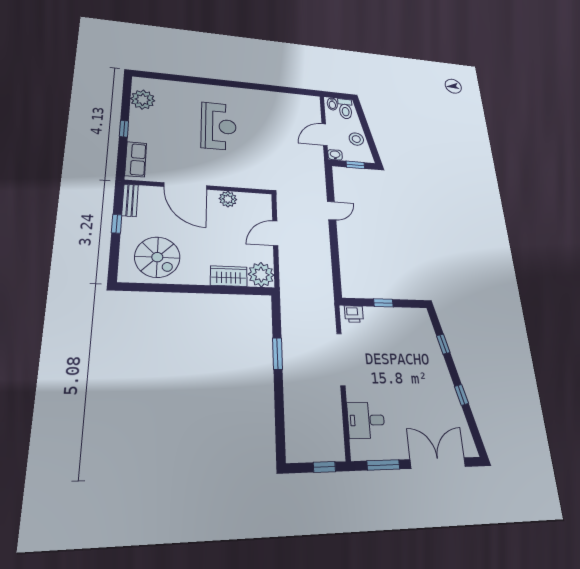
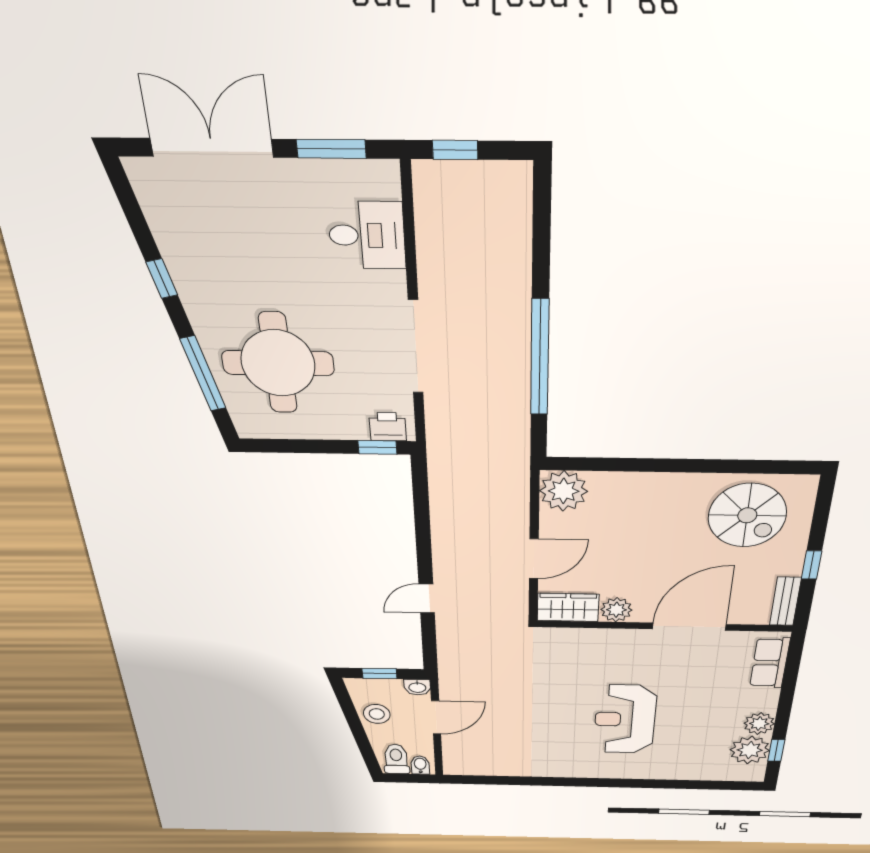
plant: (139, 118) -> (759, 724), added
window: (124, 129) -> (776, 750), moved
door: (185, 186) -> (689, 627), hinge flipped
spiral stairs: (157, 257) -> (747, 515), turned 180
wardrobe: (229, 276) -> (568, 607), moved, turned 180
window: (383, 303) -> (377, 447), moved
window: (443, 344) -> (203, 374), width x2.17
round table: (408, 350) -> (278, 363), added
window: (277, 354) -> (540, 358), width x2.11
double door: (438, 463) -> (212, 148), swing flipped

